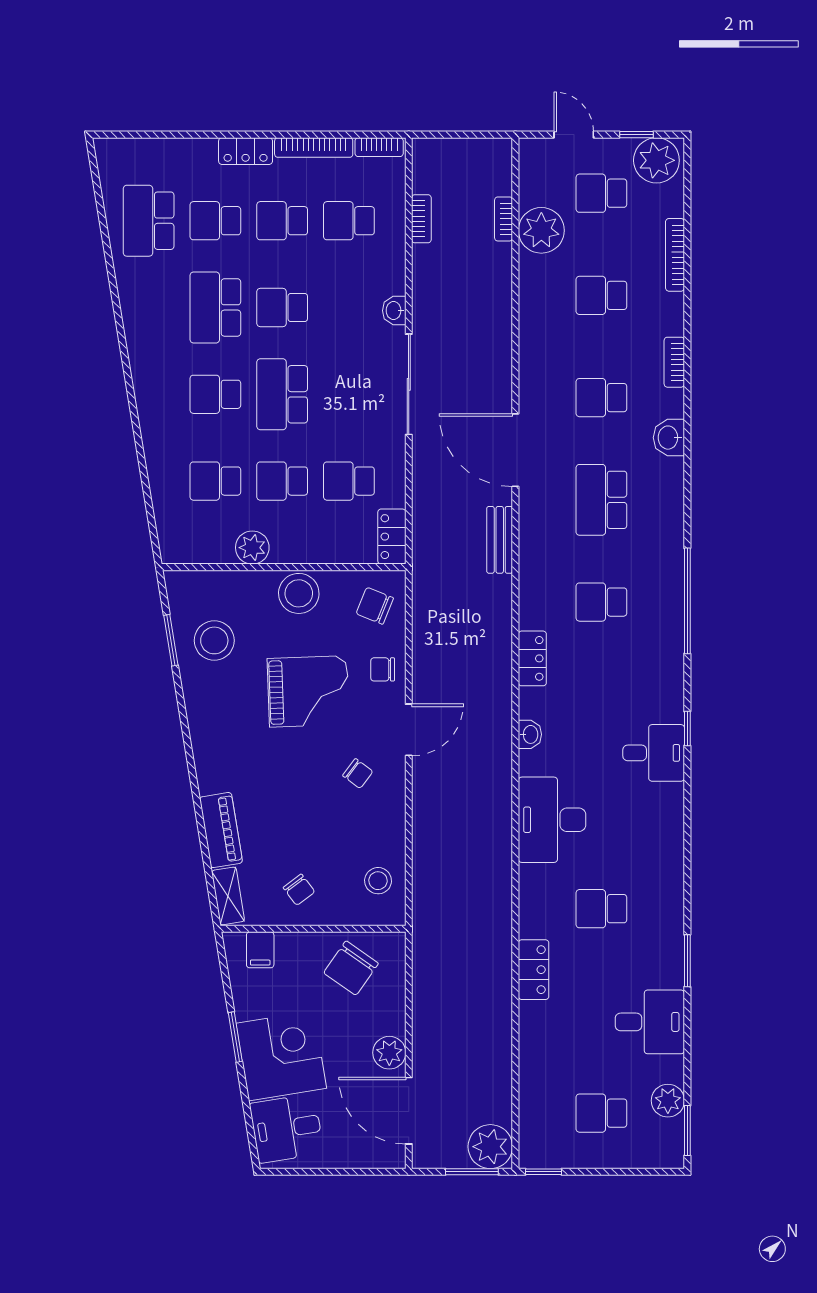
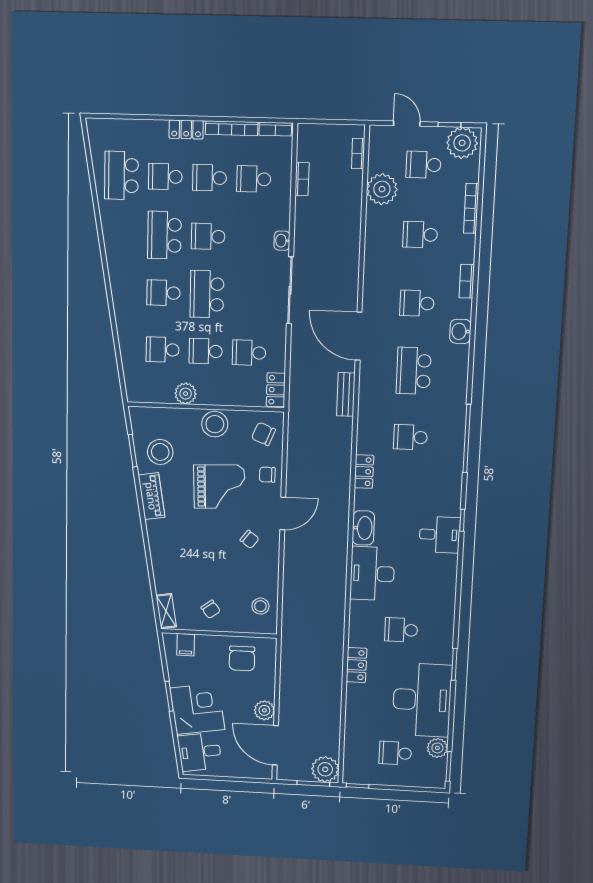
bookcase: (504, 219) -> (358, 153), moved
washbasin: (530, 734) -> (363, 528), width x1.91, depth x1.45
piano: (221, 830) -> (151, 496), moved
chair: (351, 968) -> (242, 658), turned -35
desk: (650, 1022) -> (422, 700), width x1.87, depth x1.30

